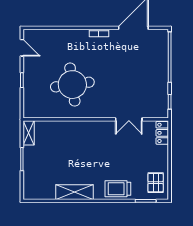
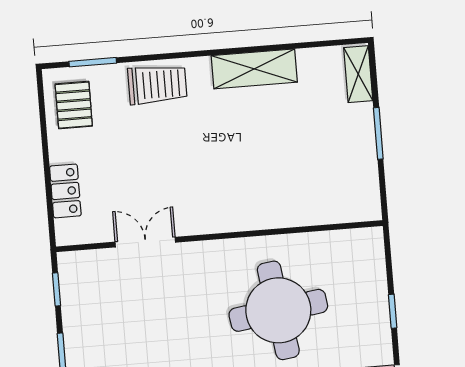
shelving: (29, 133) -> (358, 74), moved
locker: (162, 133) -> (65, 191), moved

